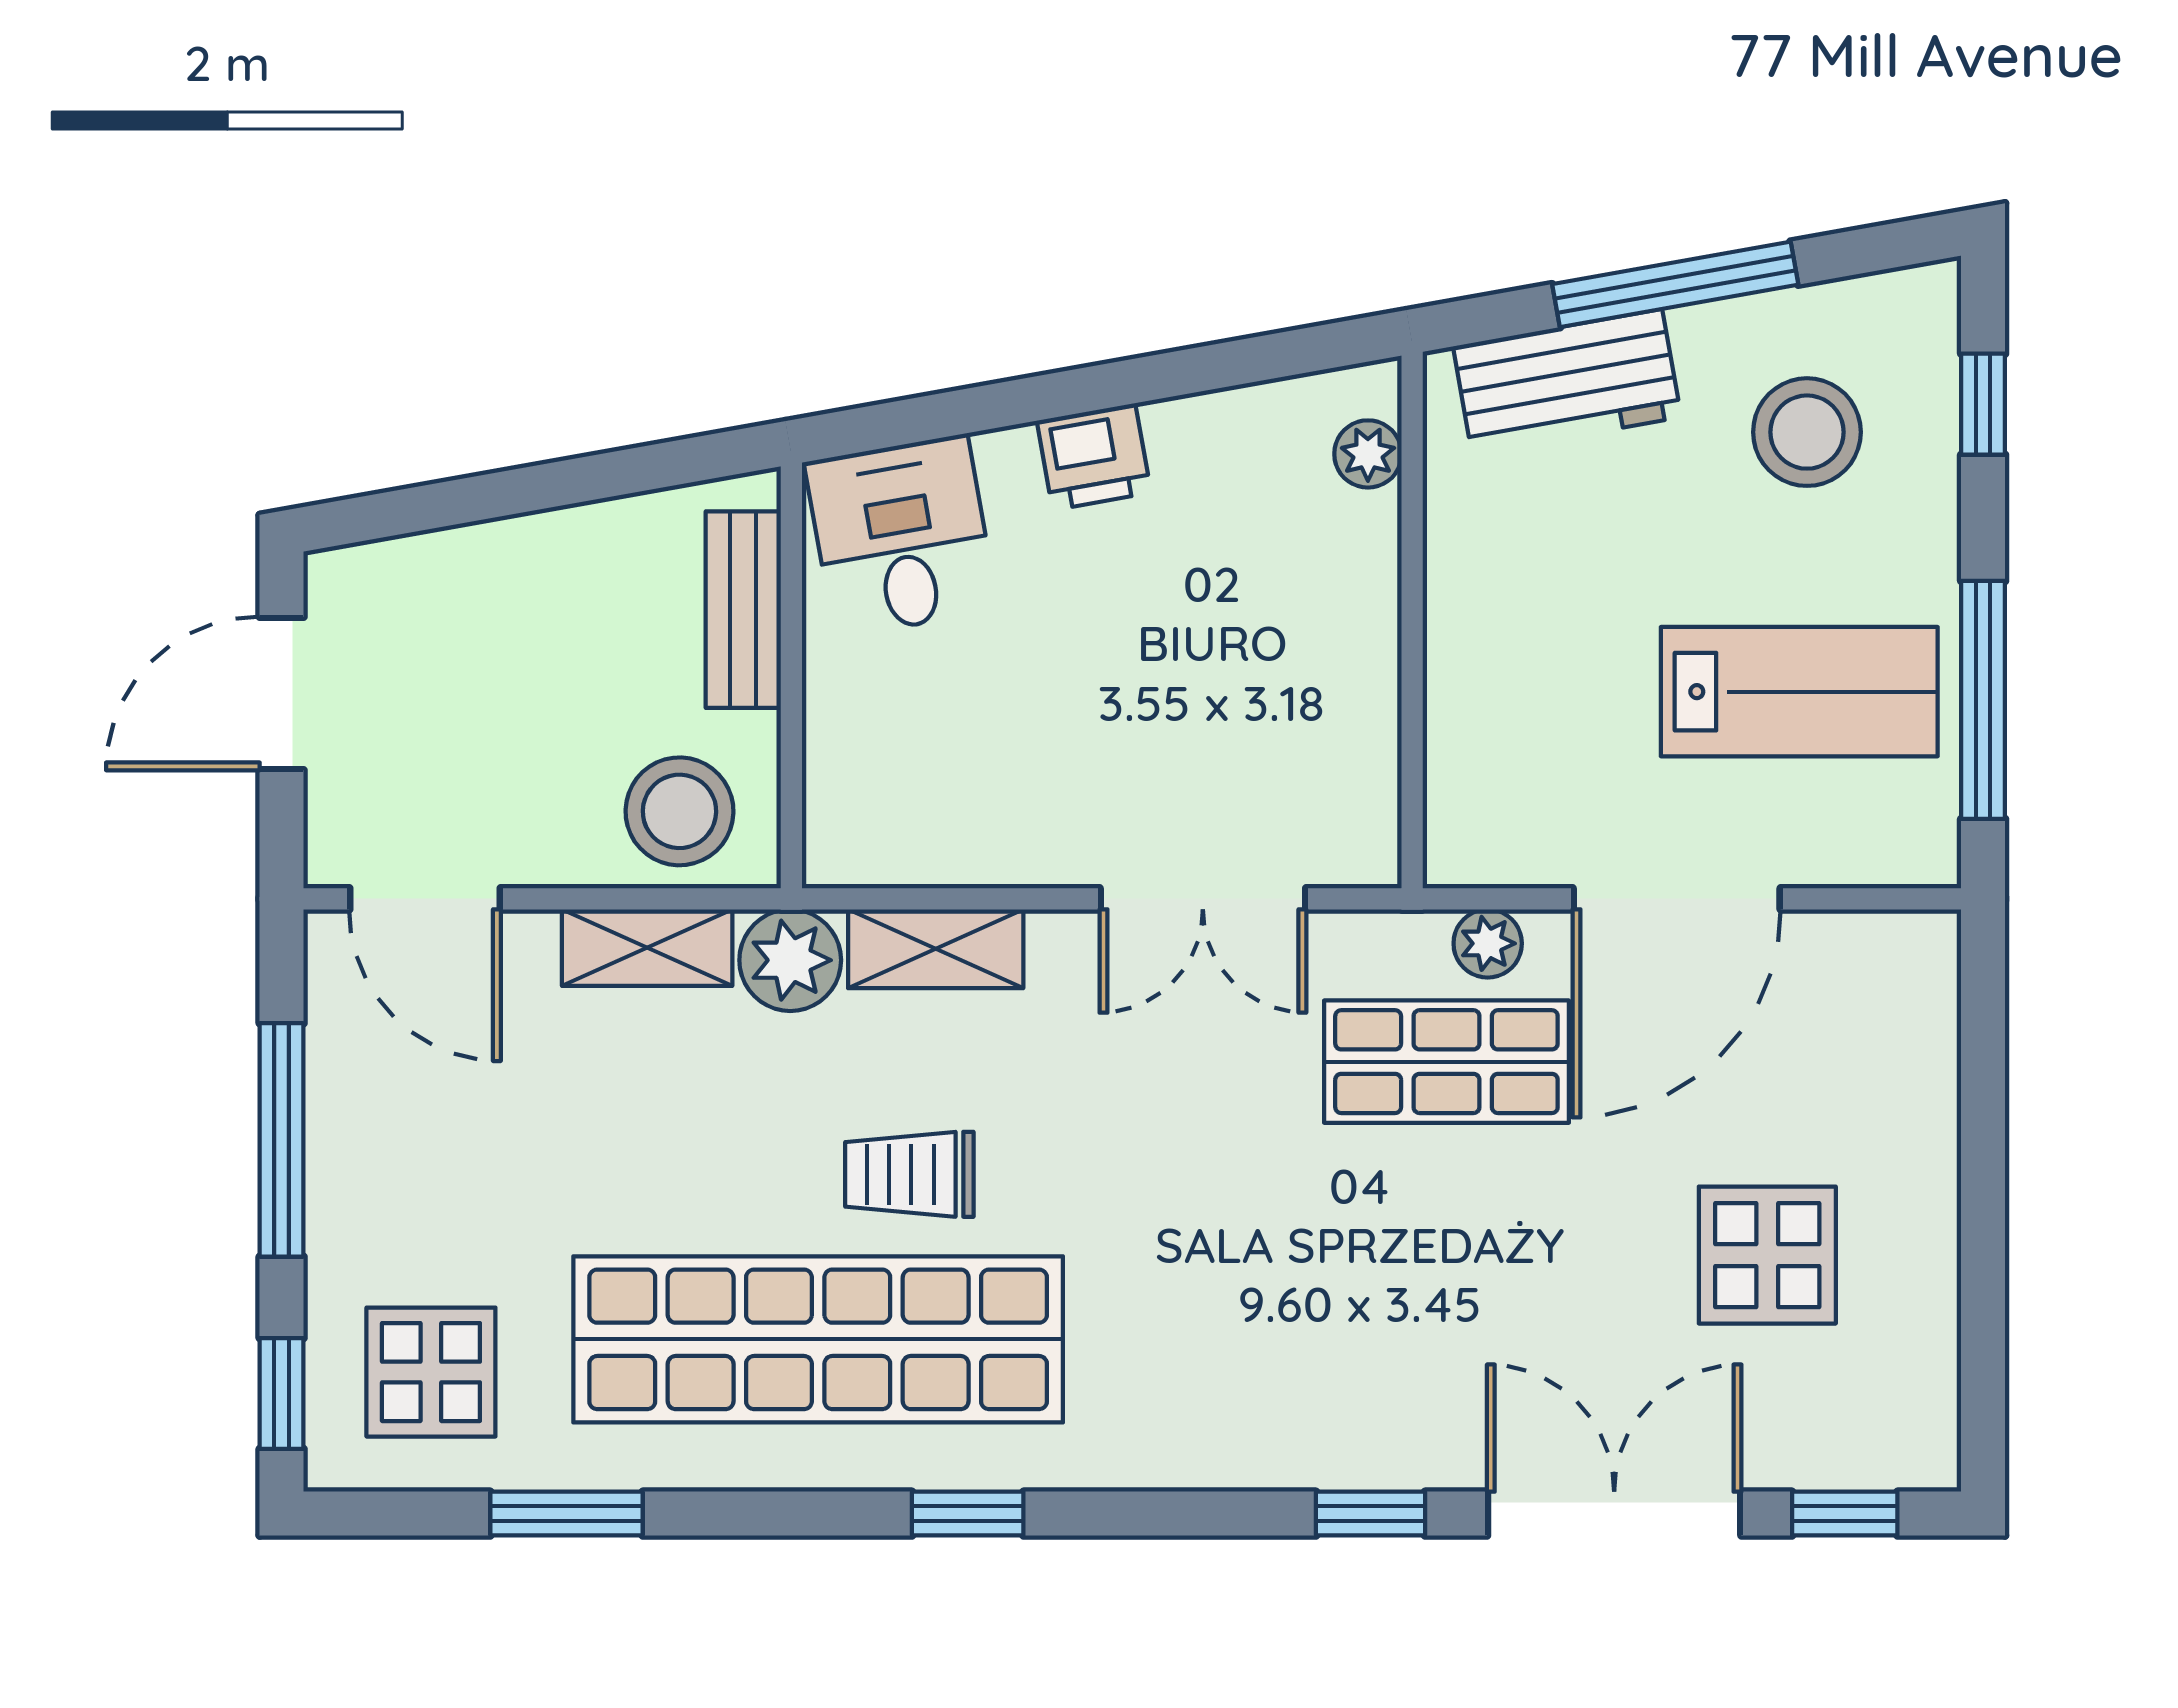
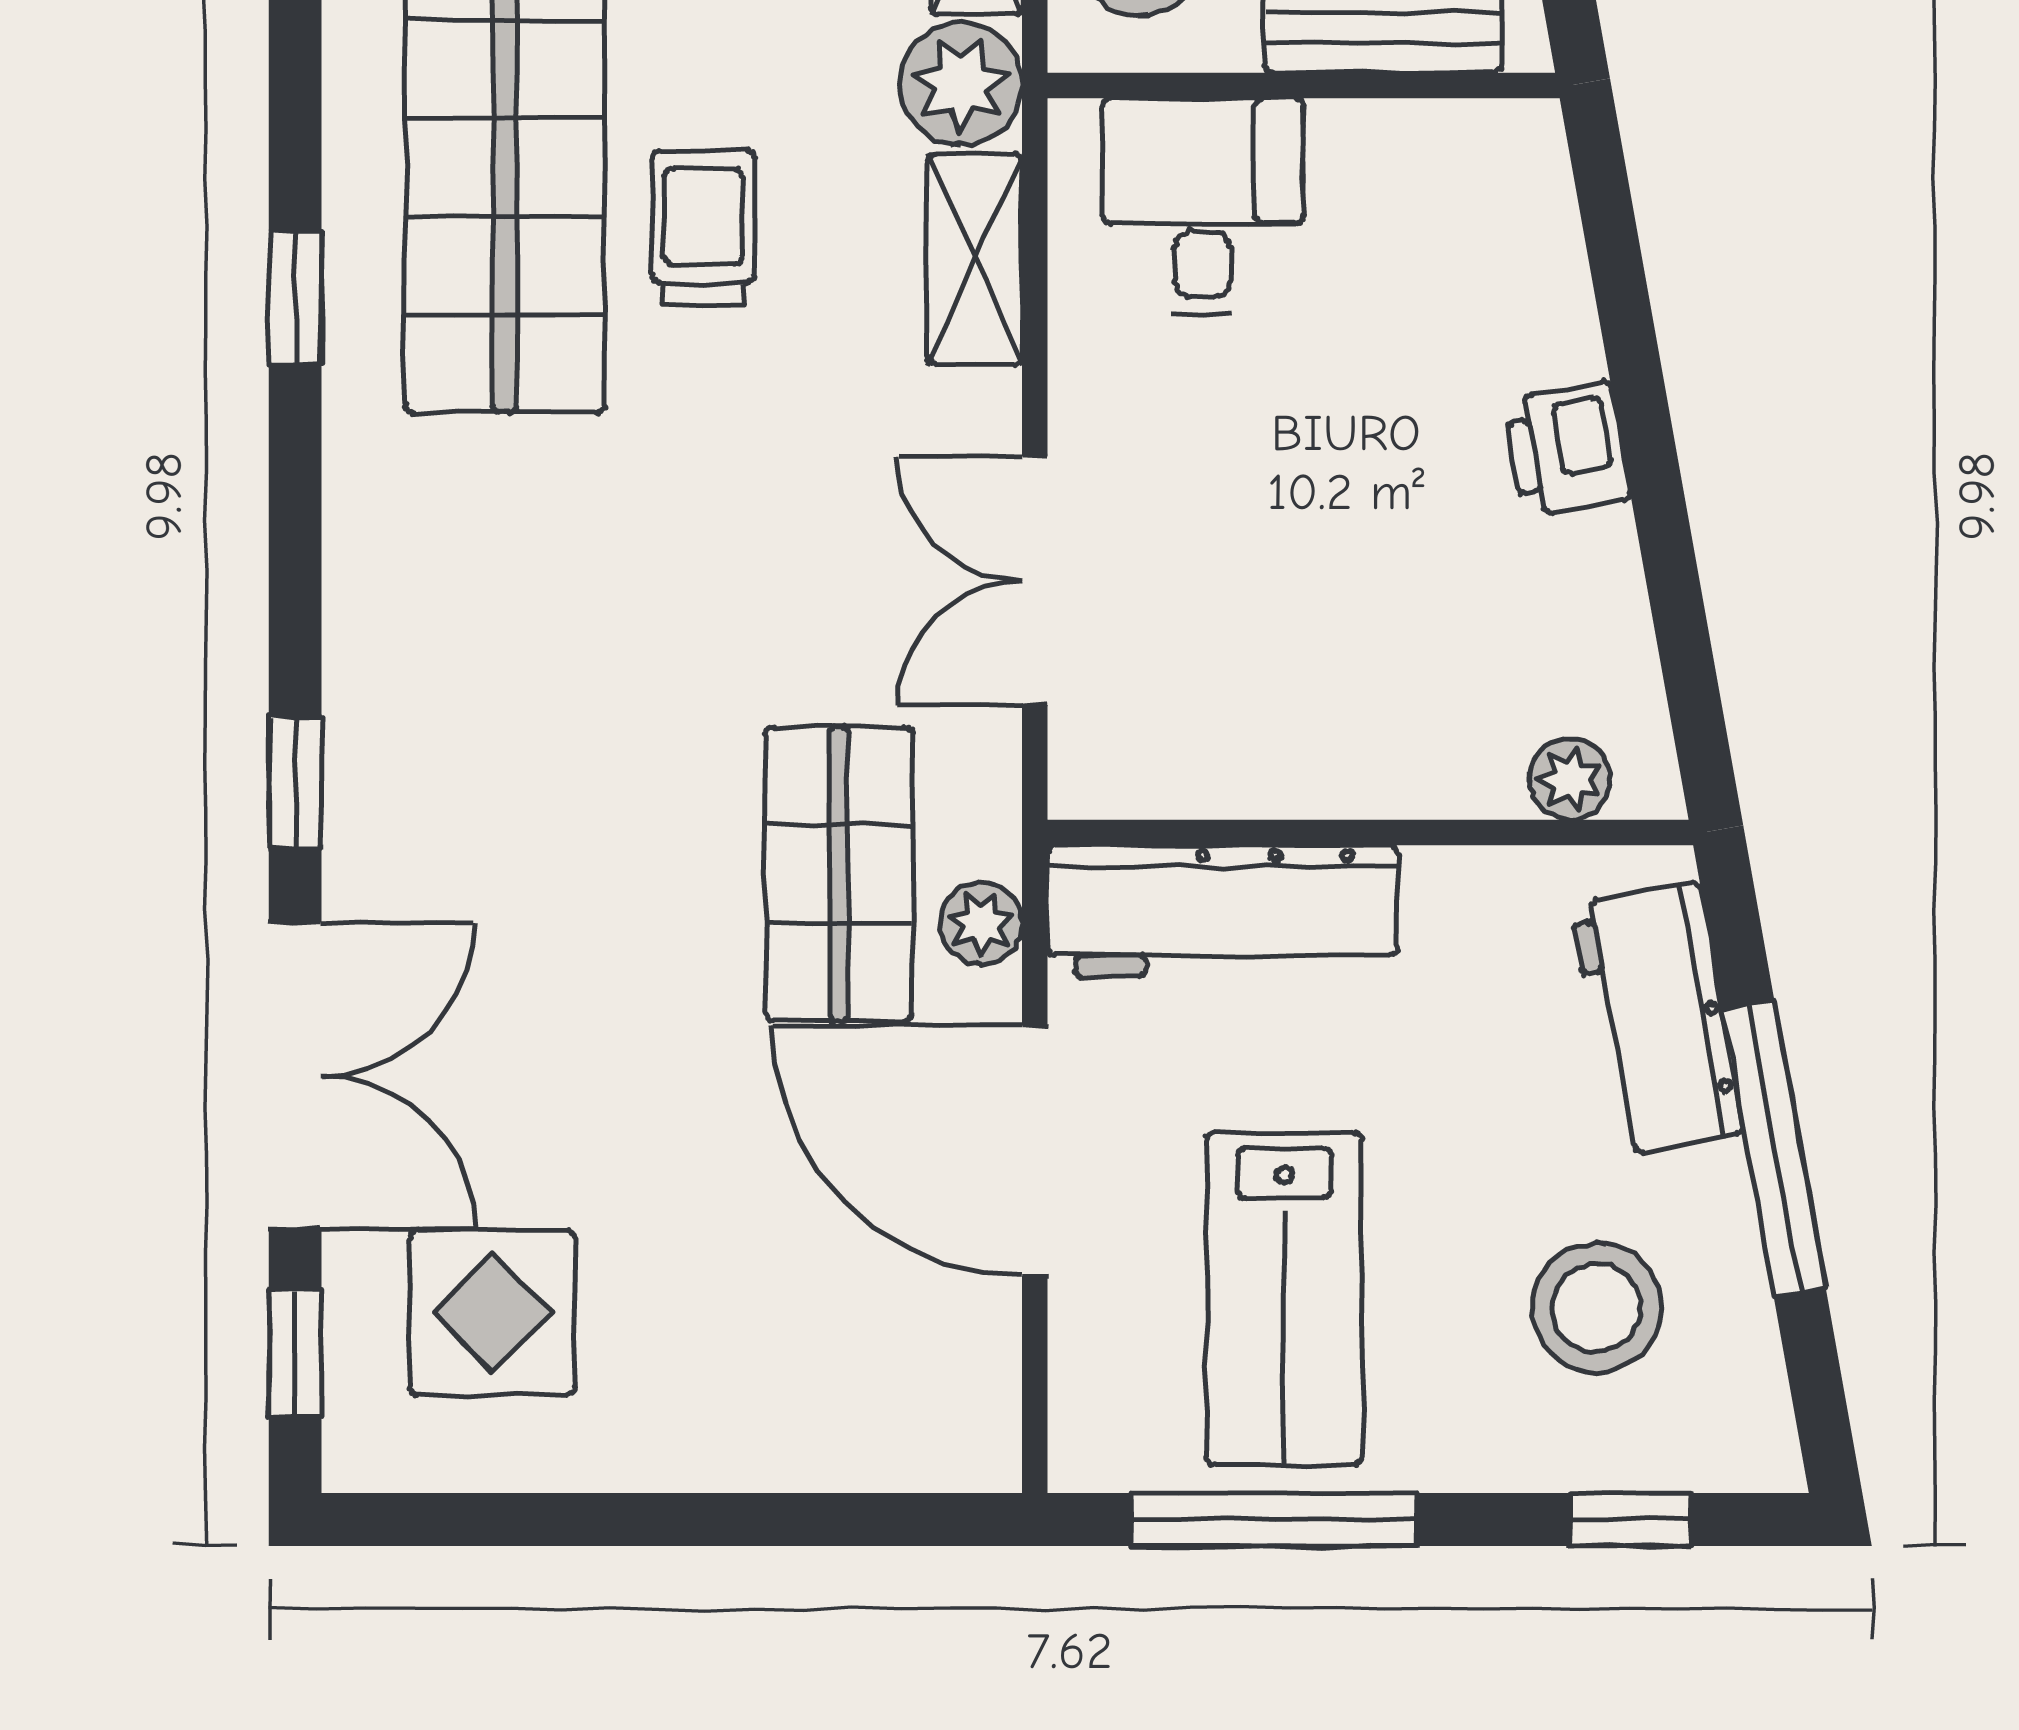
desk: (901, 536) -> (1203, 206), moved, turned -80
workbench: (1477, 743) -> (1223, 911), added
display table: (1767, 1255) -> (492, 1313), moved

